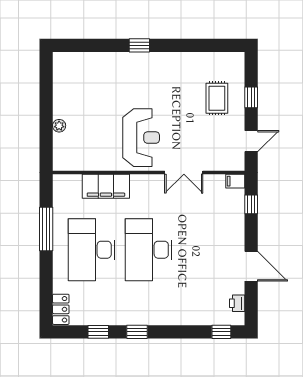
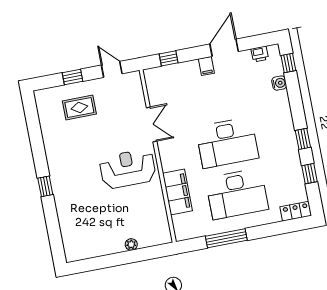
filing cabinet: (235, 181) -> (206, 66), moved
water cooler: (202, 318) -> (279, 83), added

